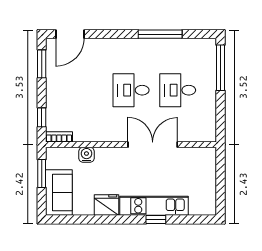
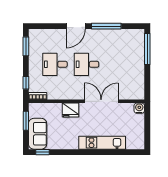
door: (70, 34) -> (76, 26), moved
desk: (178, 90) -> (55, 64), moved
water cooler: (86, 155) -> (139, 108), moved
fridge: (106, 205) -> (71, 110), moved, turned 180
window: (156, 219) -> (42, 152), moved

